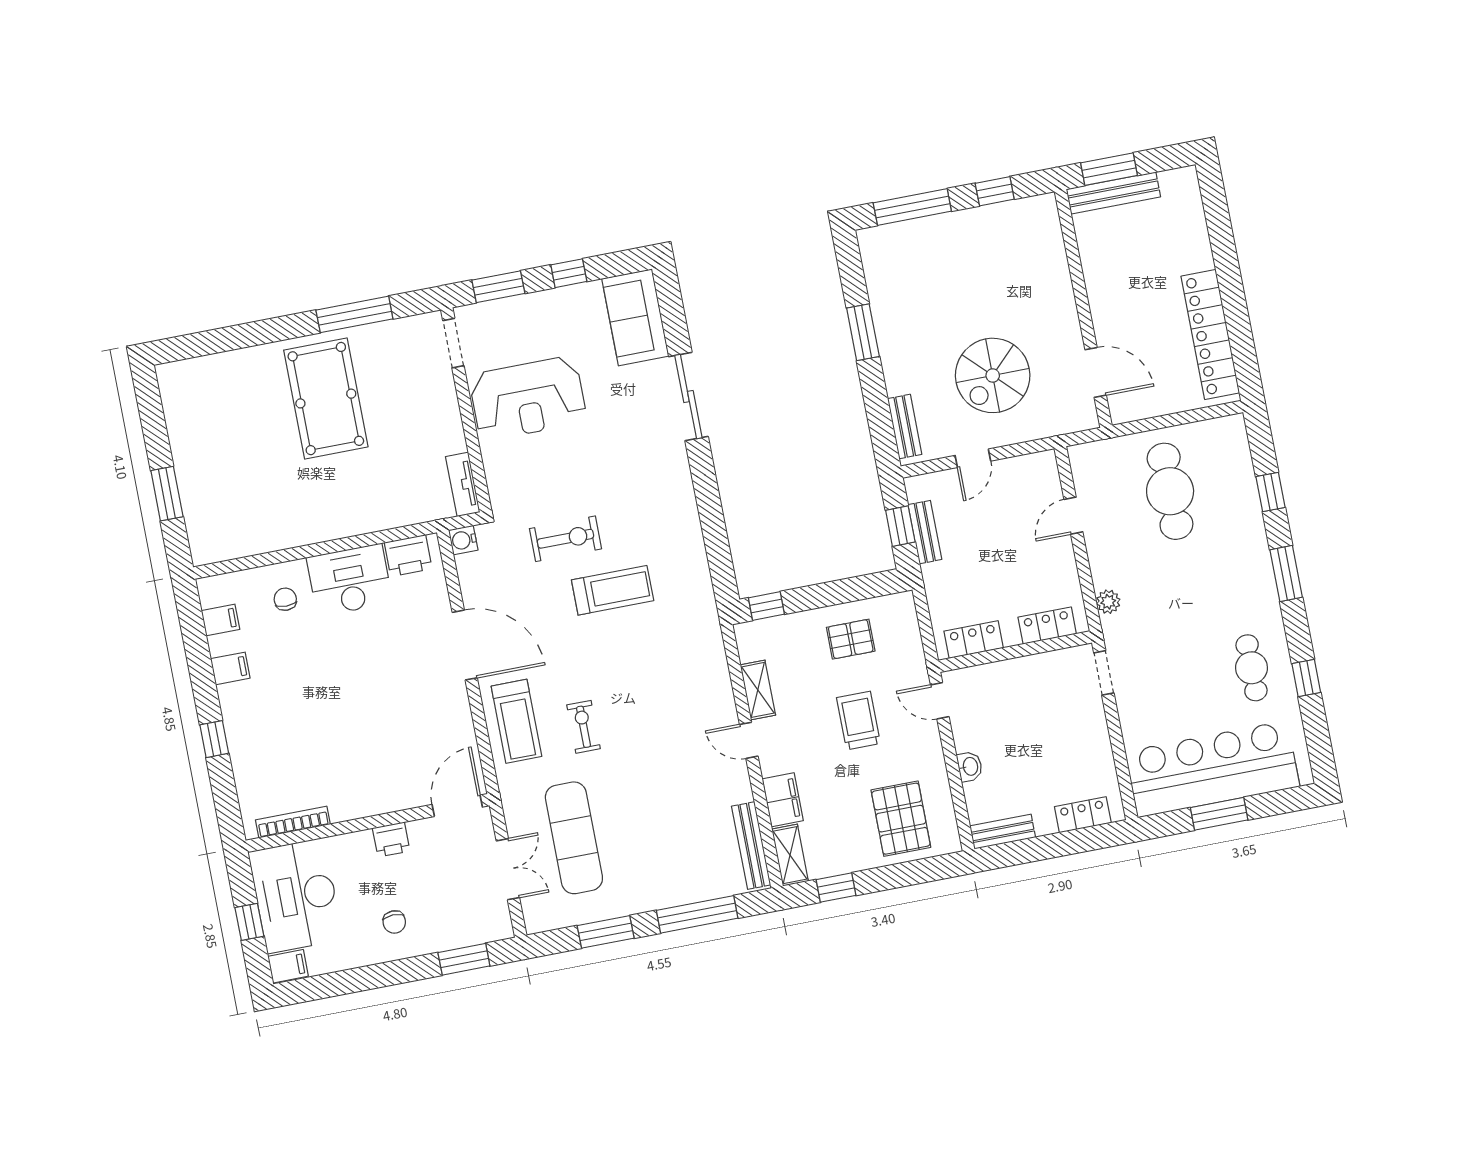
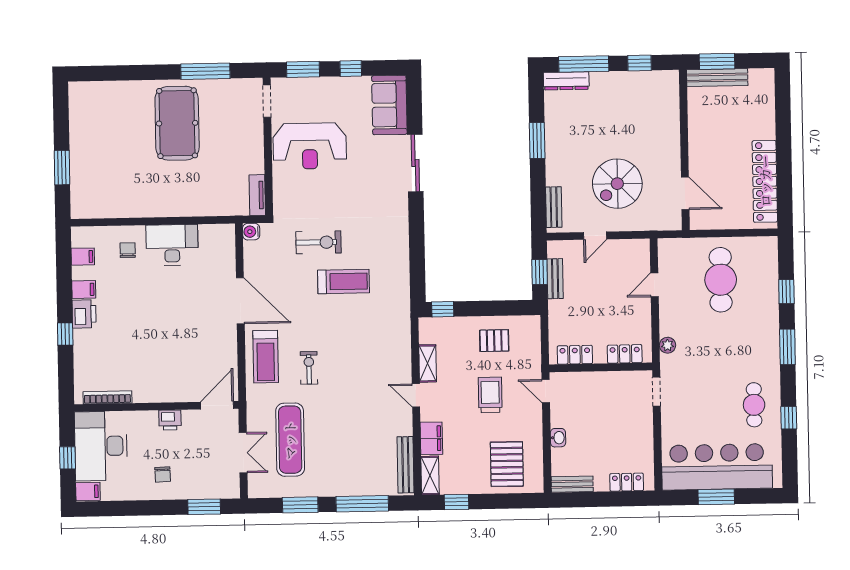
dresser: (891, 236) -> (566, 81), added
printer: (408, 556) -> (84, 314), moved, turned -90

